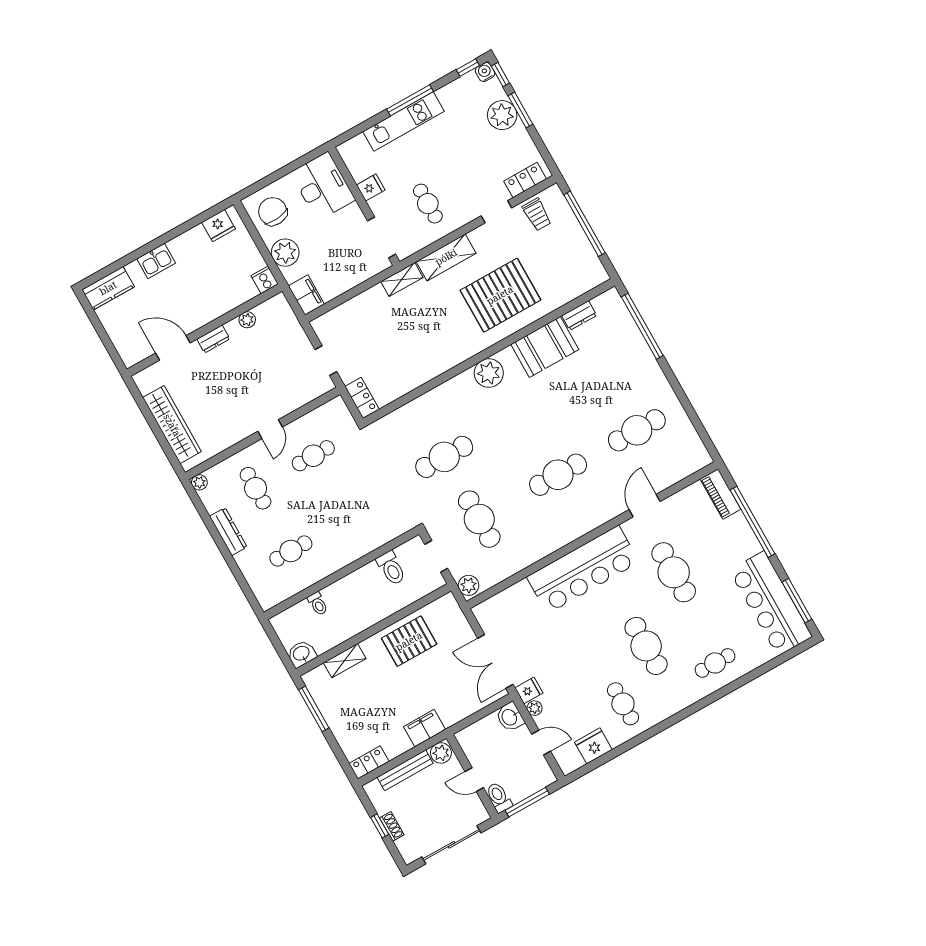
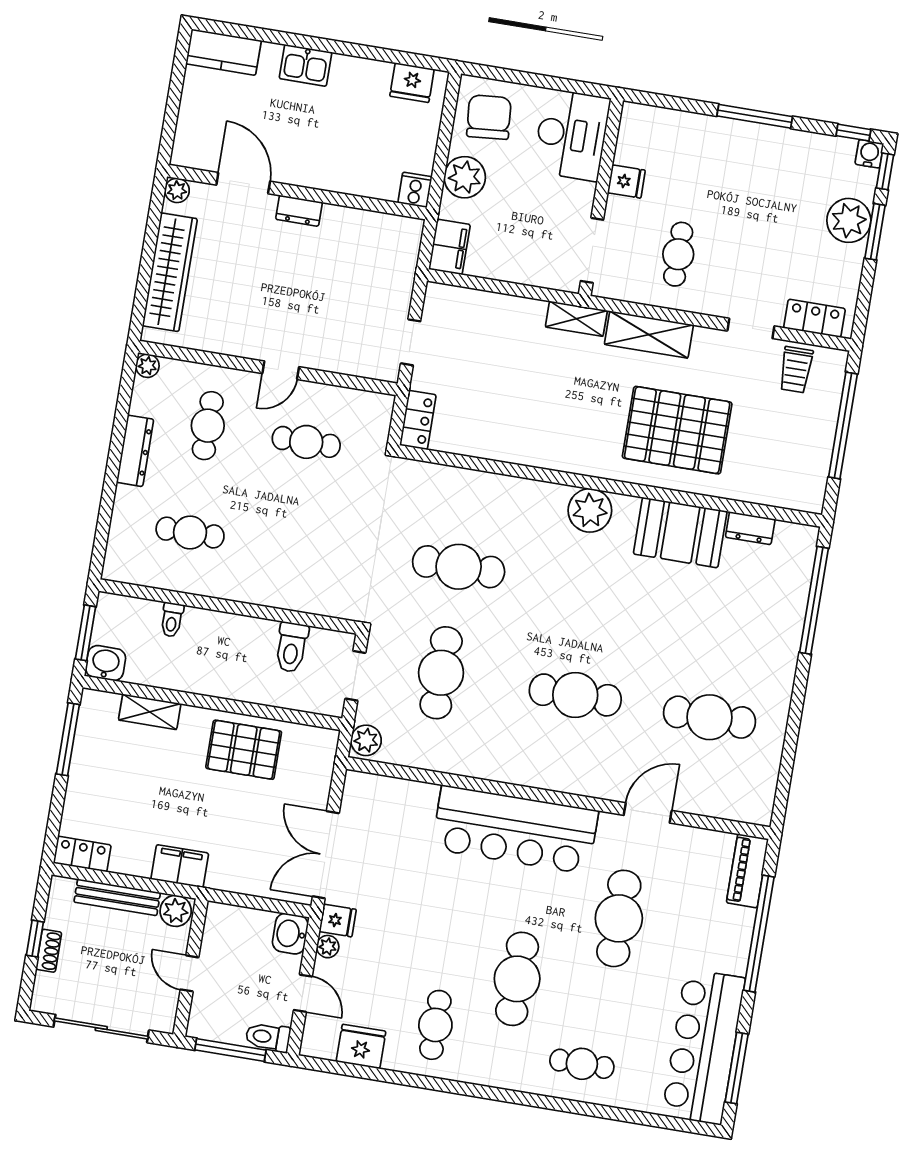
kitchen unit: (403, 121) -> (727, 135), removed
plant: (247, 320) -> (177, 190), moved
window: (279, 646) -> (86, 633), added
toilet: (499, 797) -> (268, 1037), moved, turned -90

